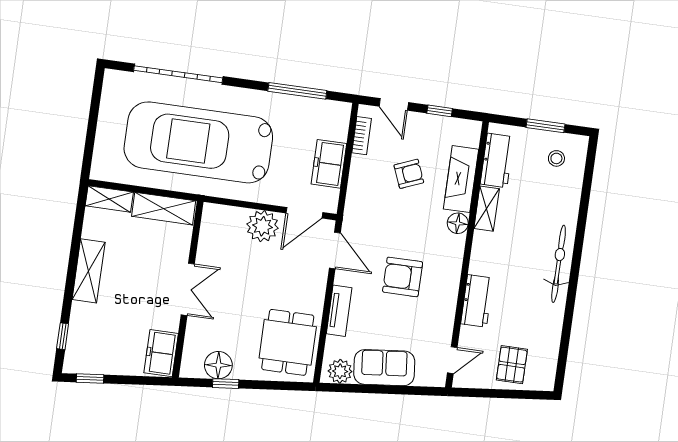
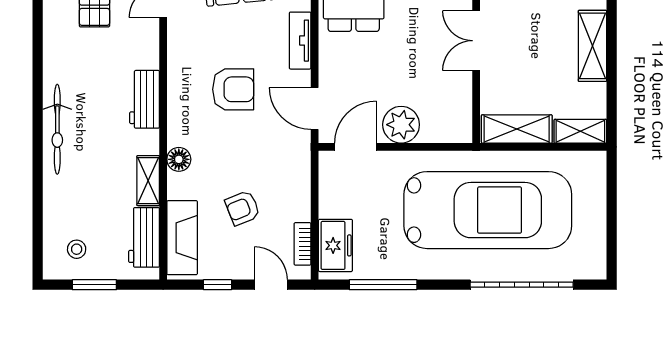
freezer: (329, 164) -> (335, 245), moved
fireplace: (461, 179) -> (182, 238), moved
workbench: (477, 301) -> (145, 99), moved

